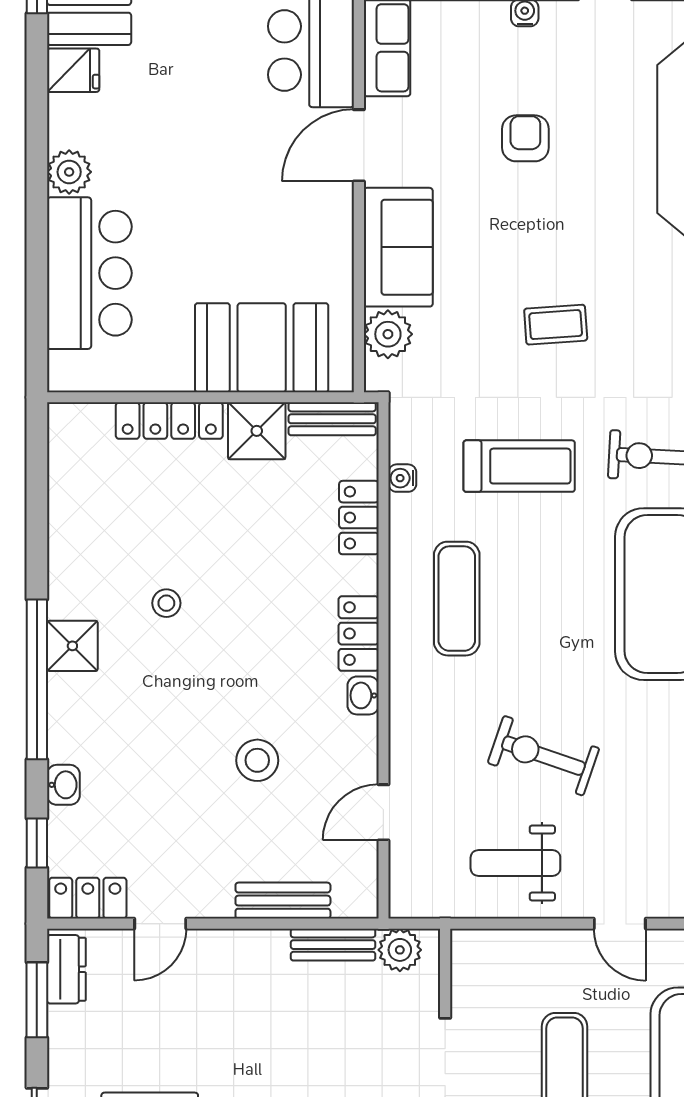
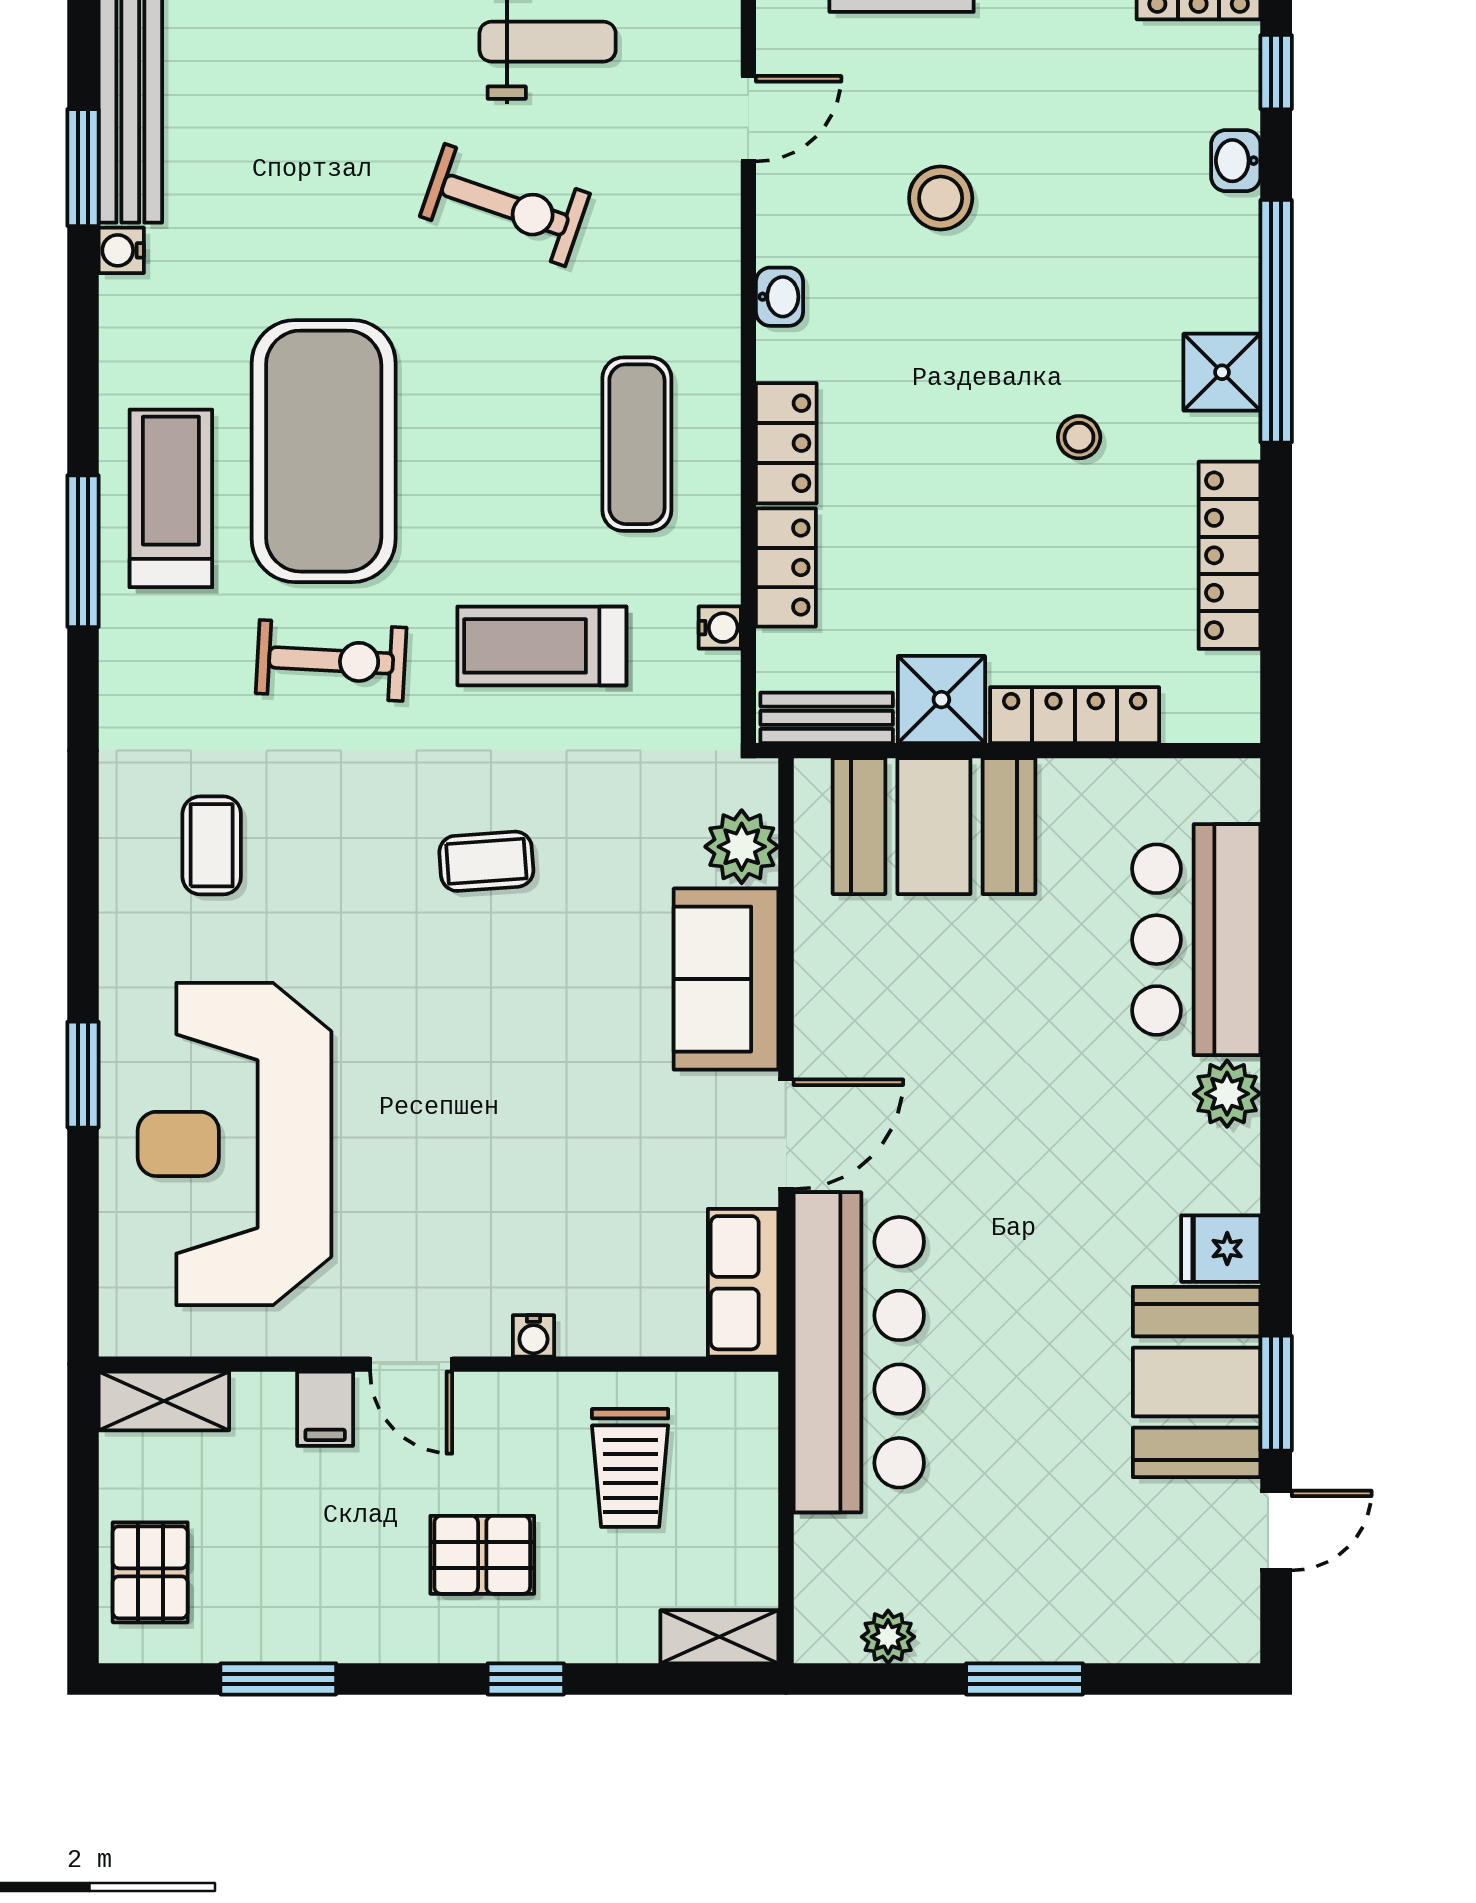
armchair: (525, 138) -> (532, 1145), removed
locker: (68, 526) -> (1230, 555), added
locker: (359, 634) -> (786, 443), moved

